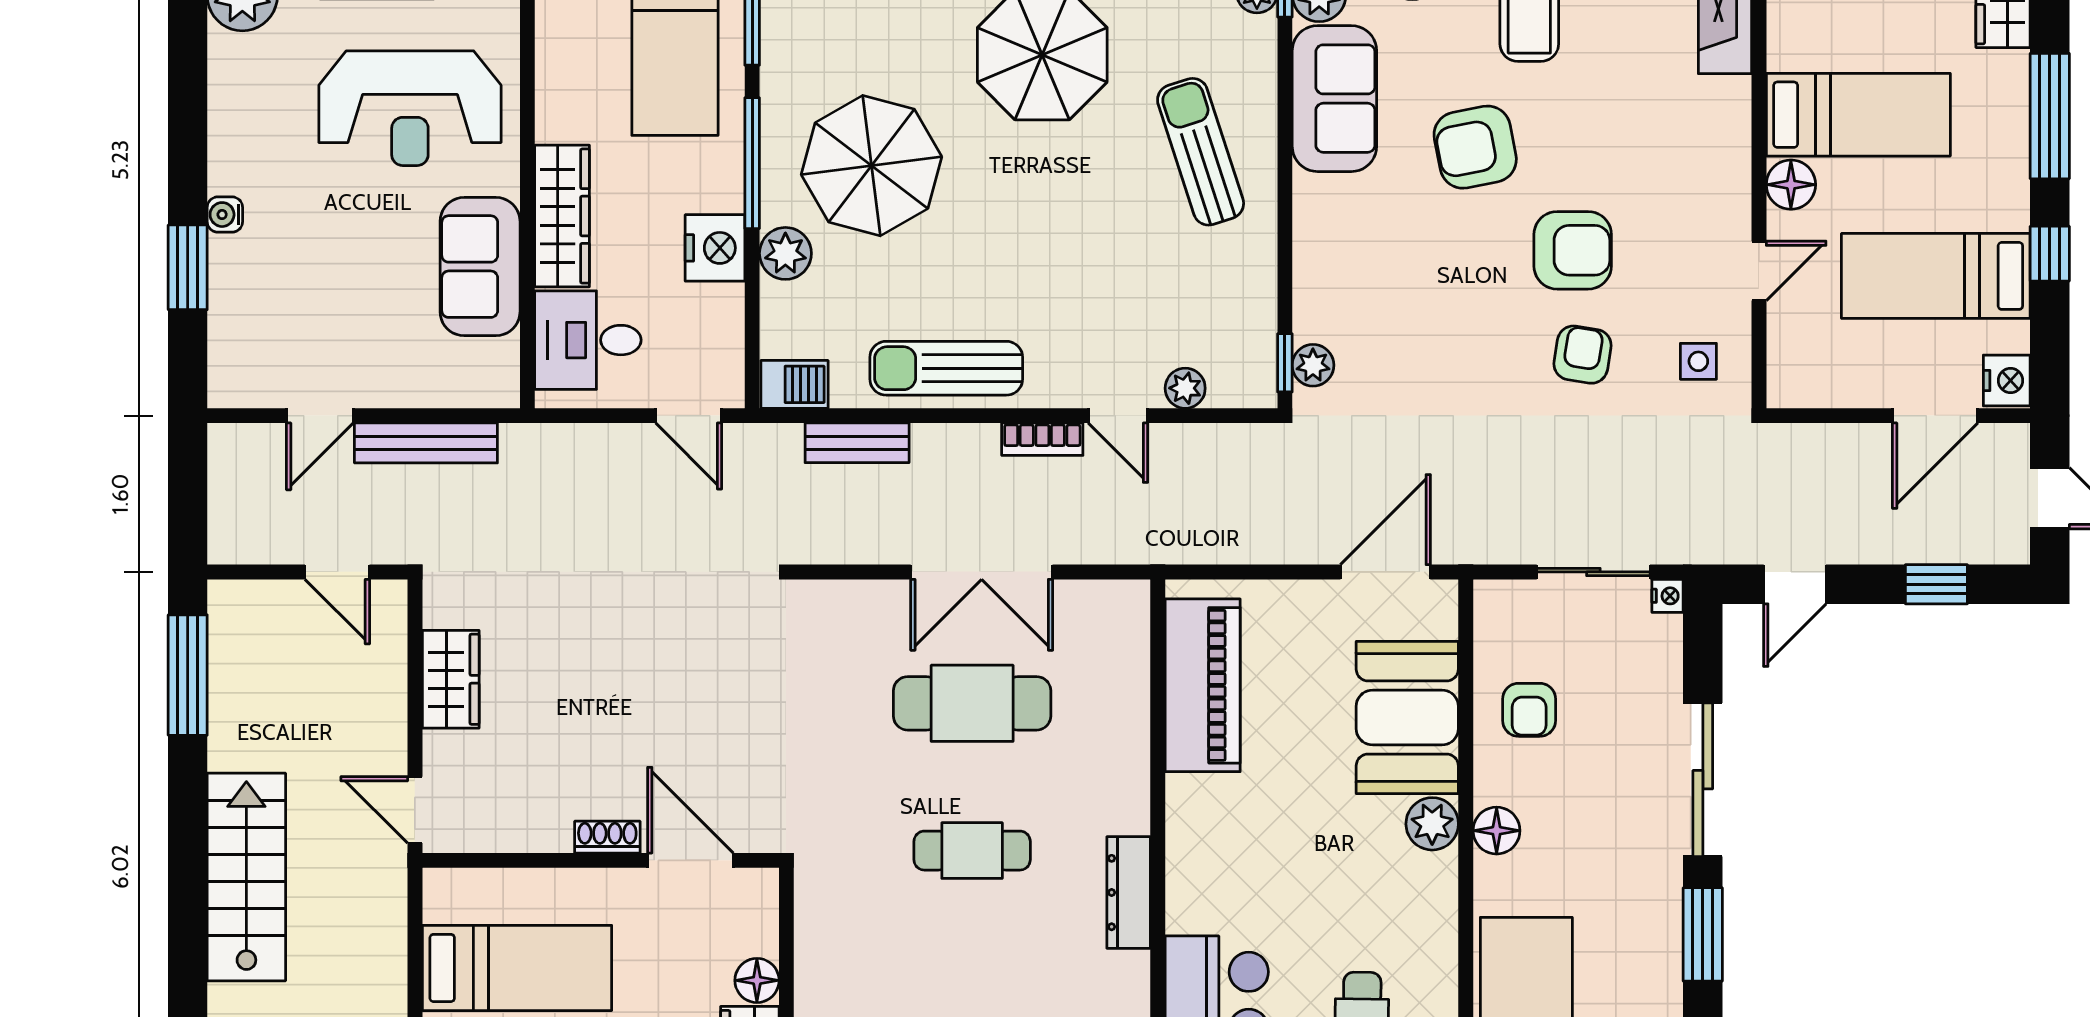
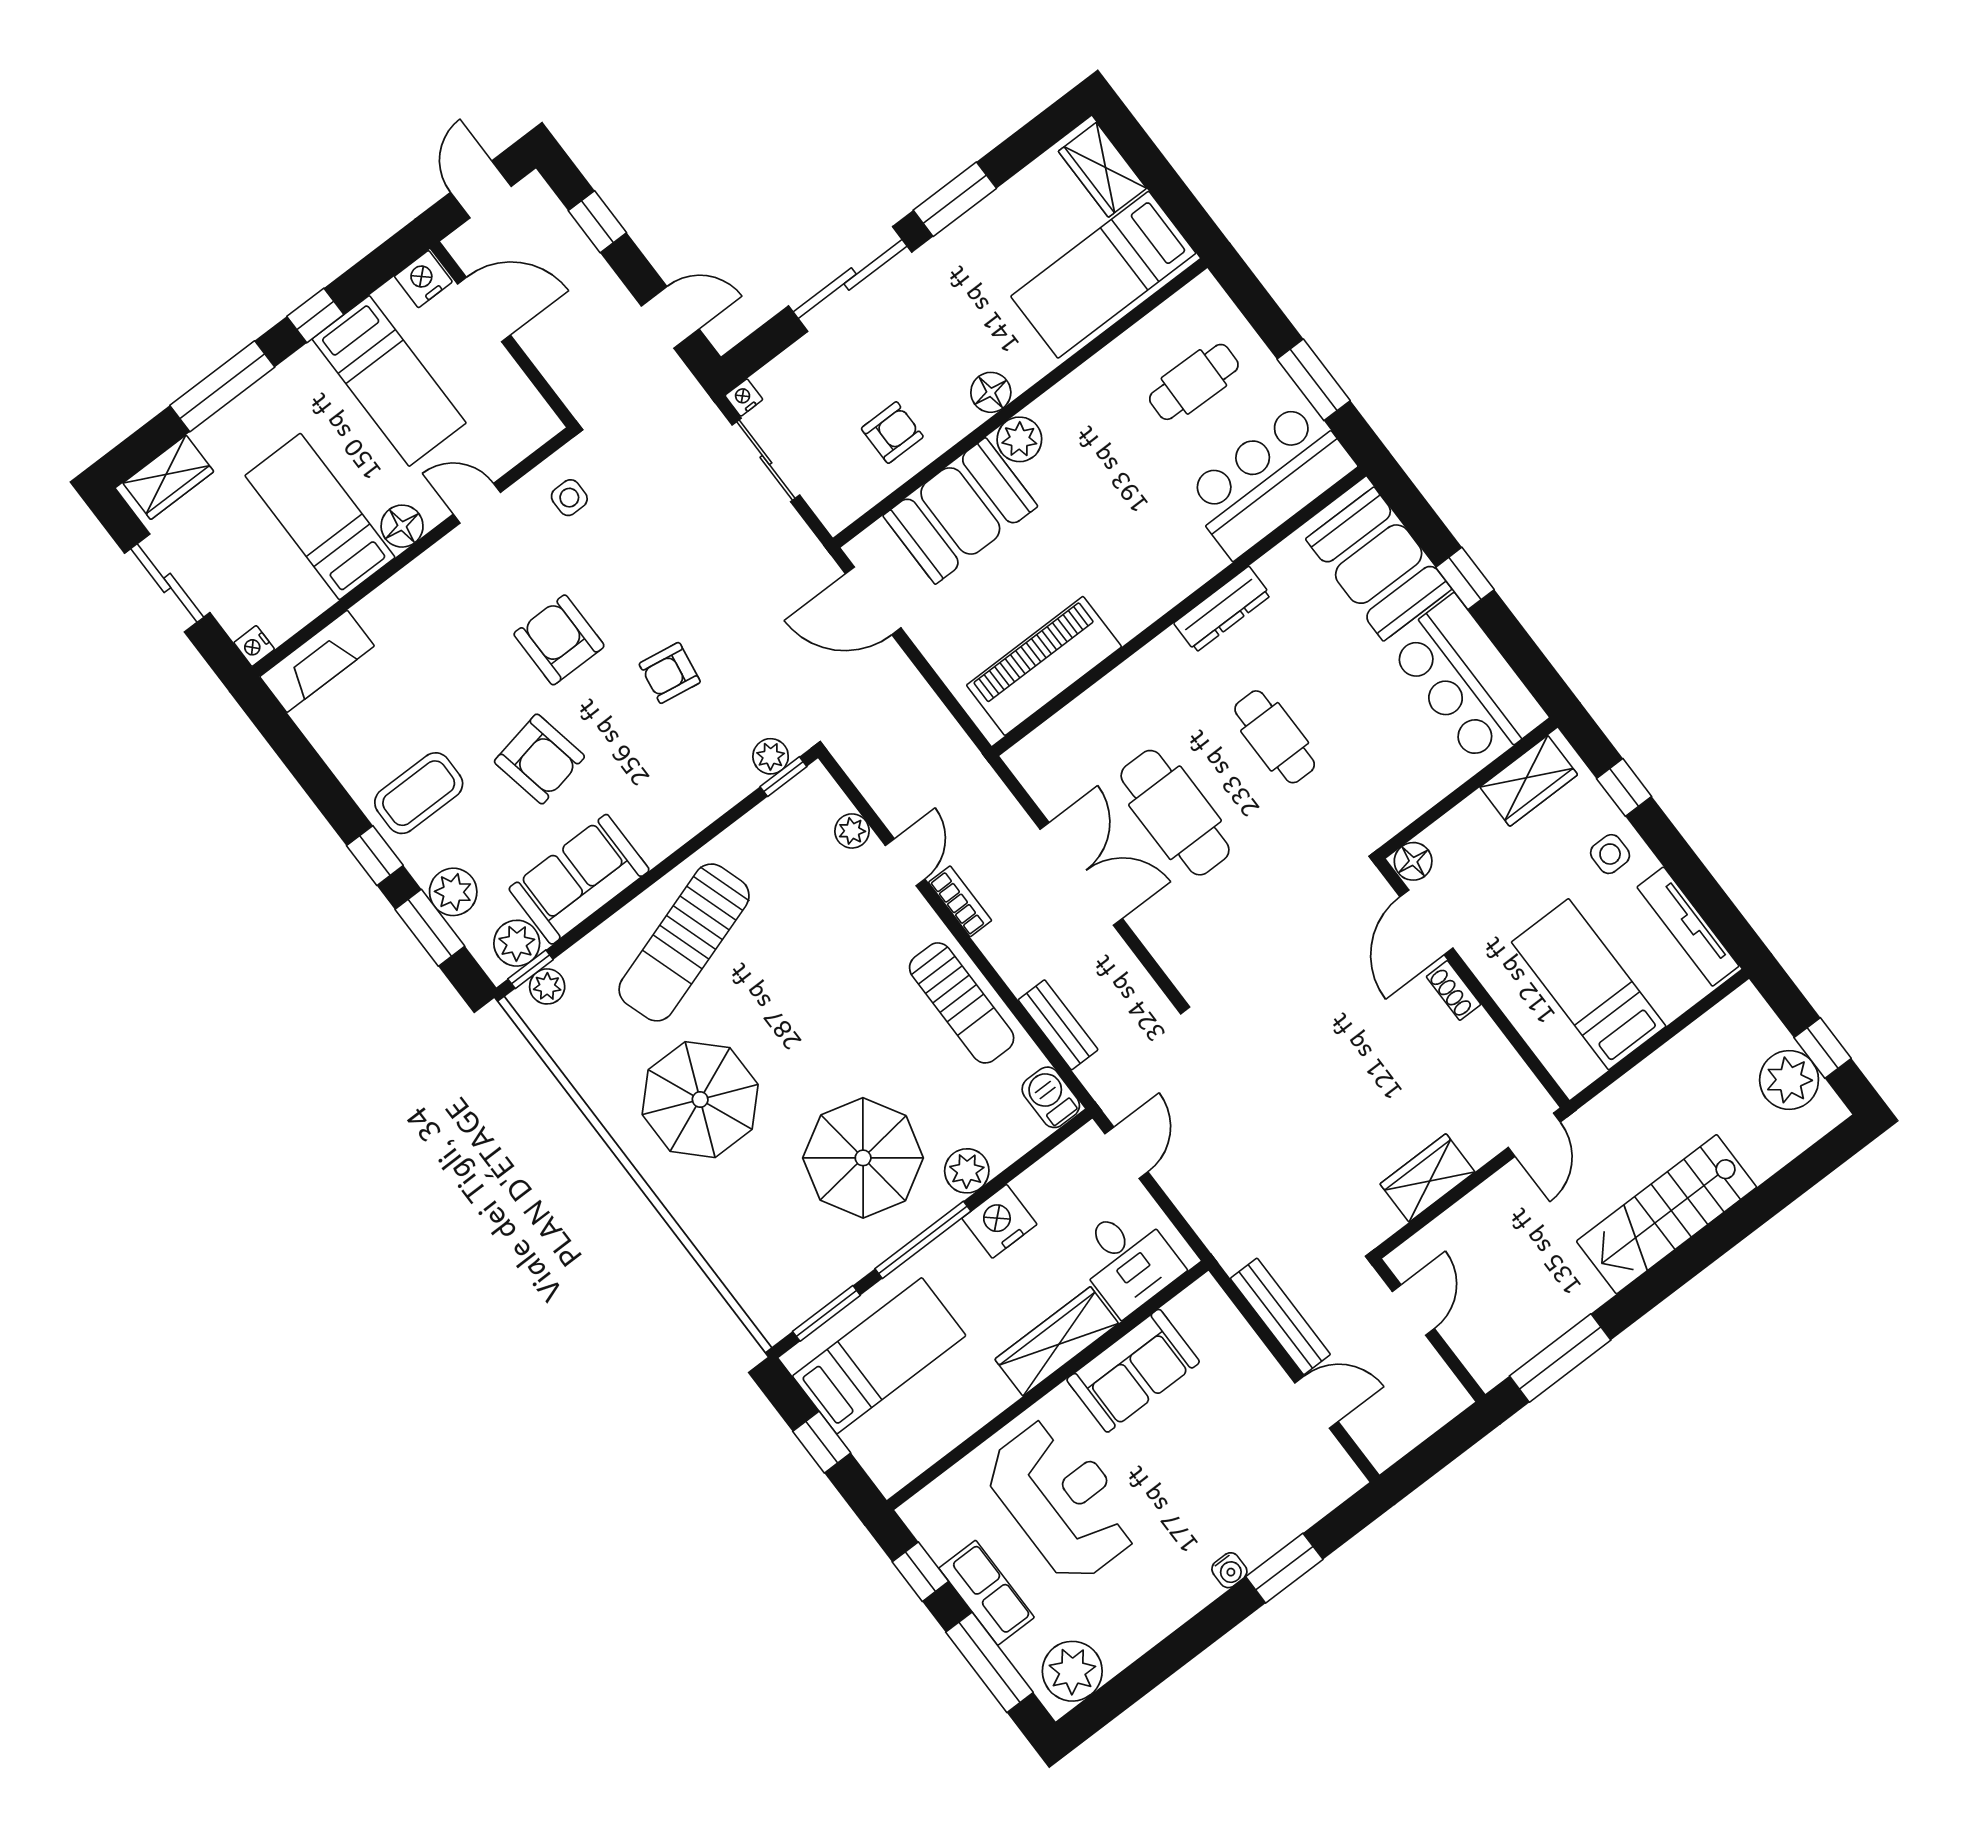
sun lounger: (1201, 152) -> (684, 942), width x1.36, depth x1.34
armchair: (1583, 355) -> (670, 673), moved
floor lamp: (757, 980) -> (1413, 861), moved

